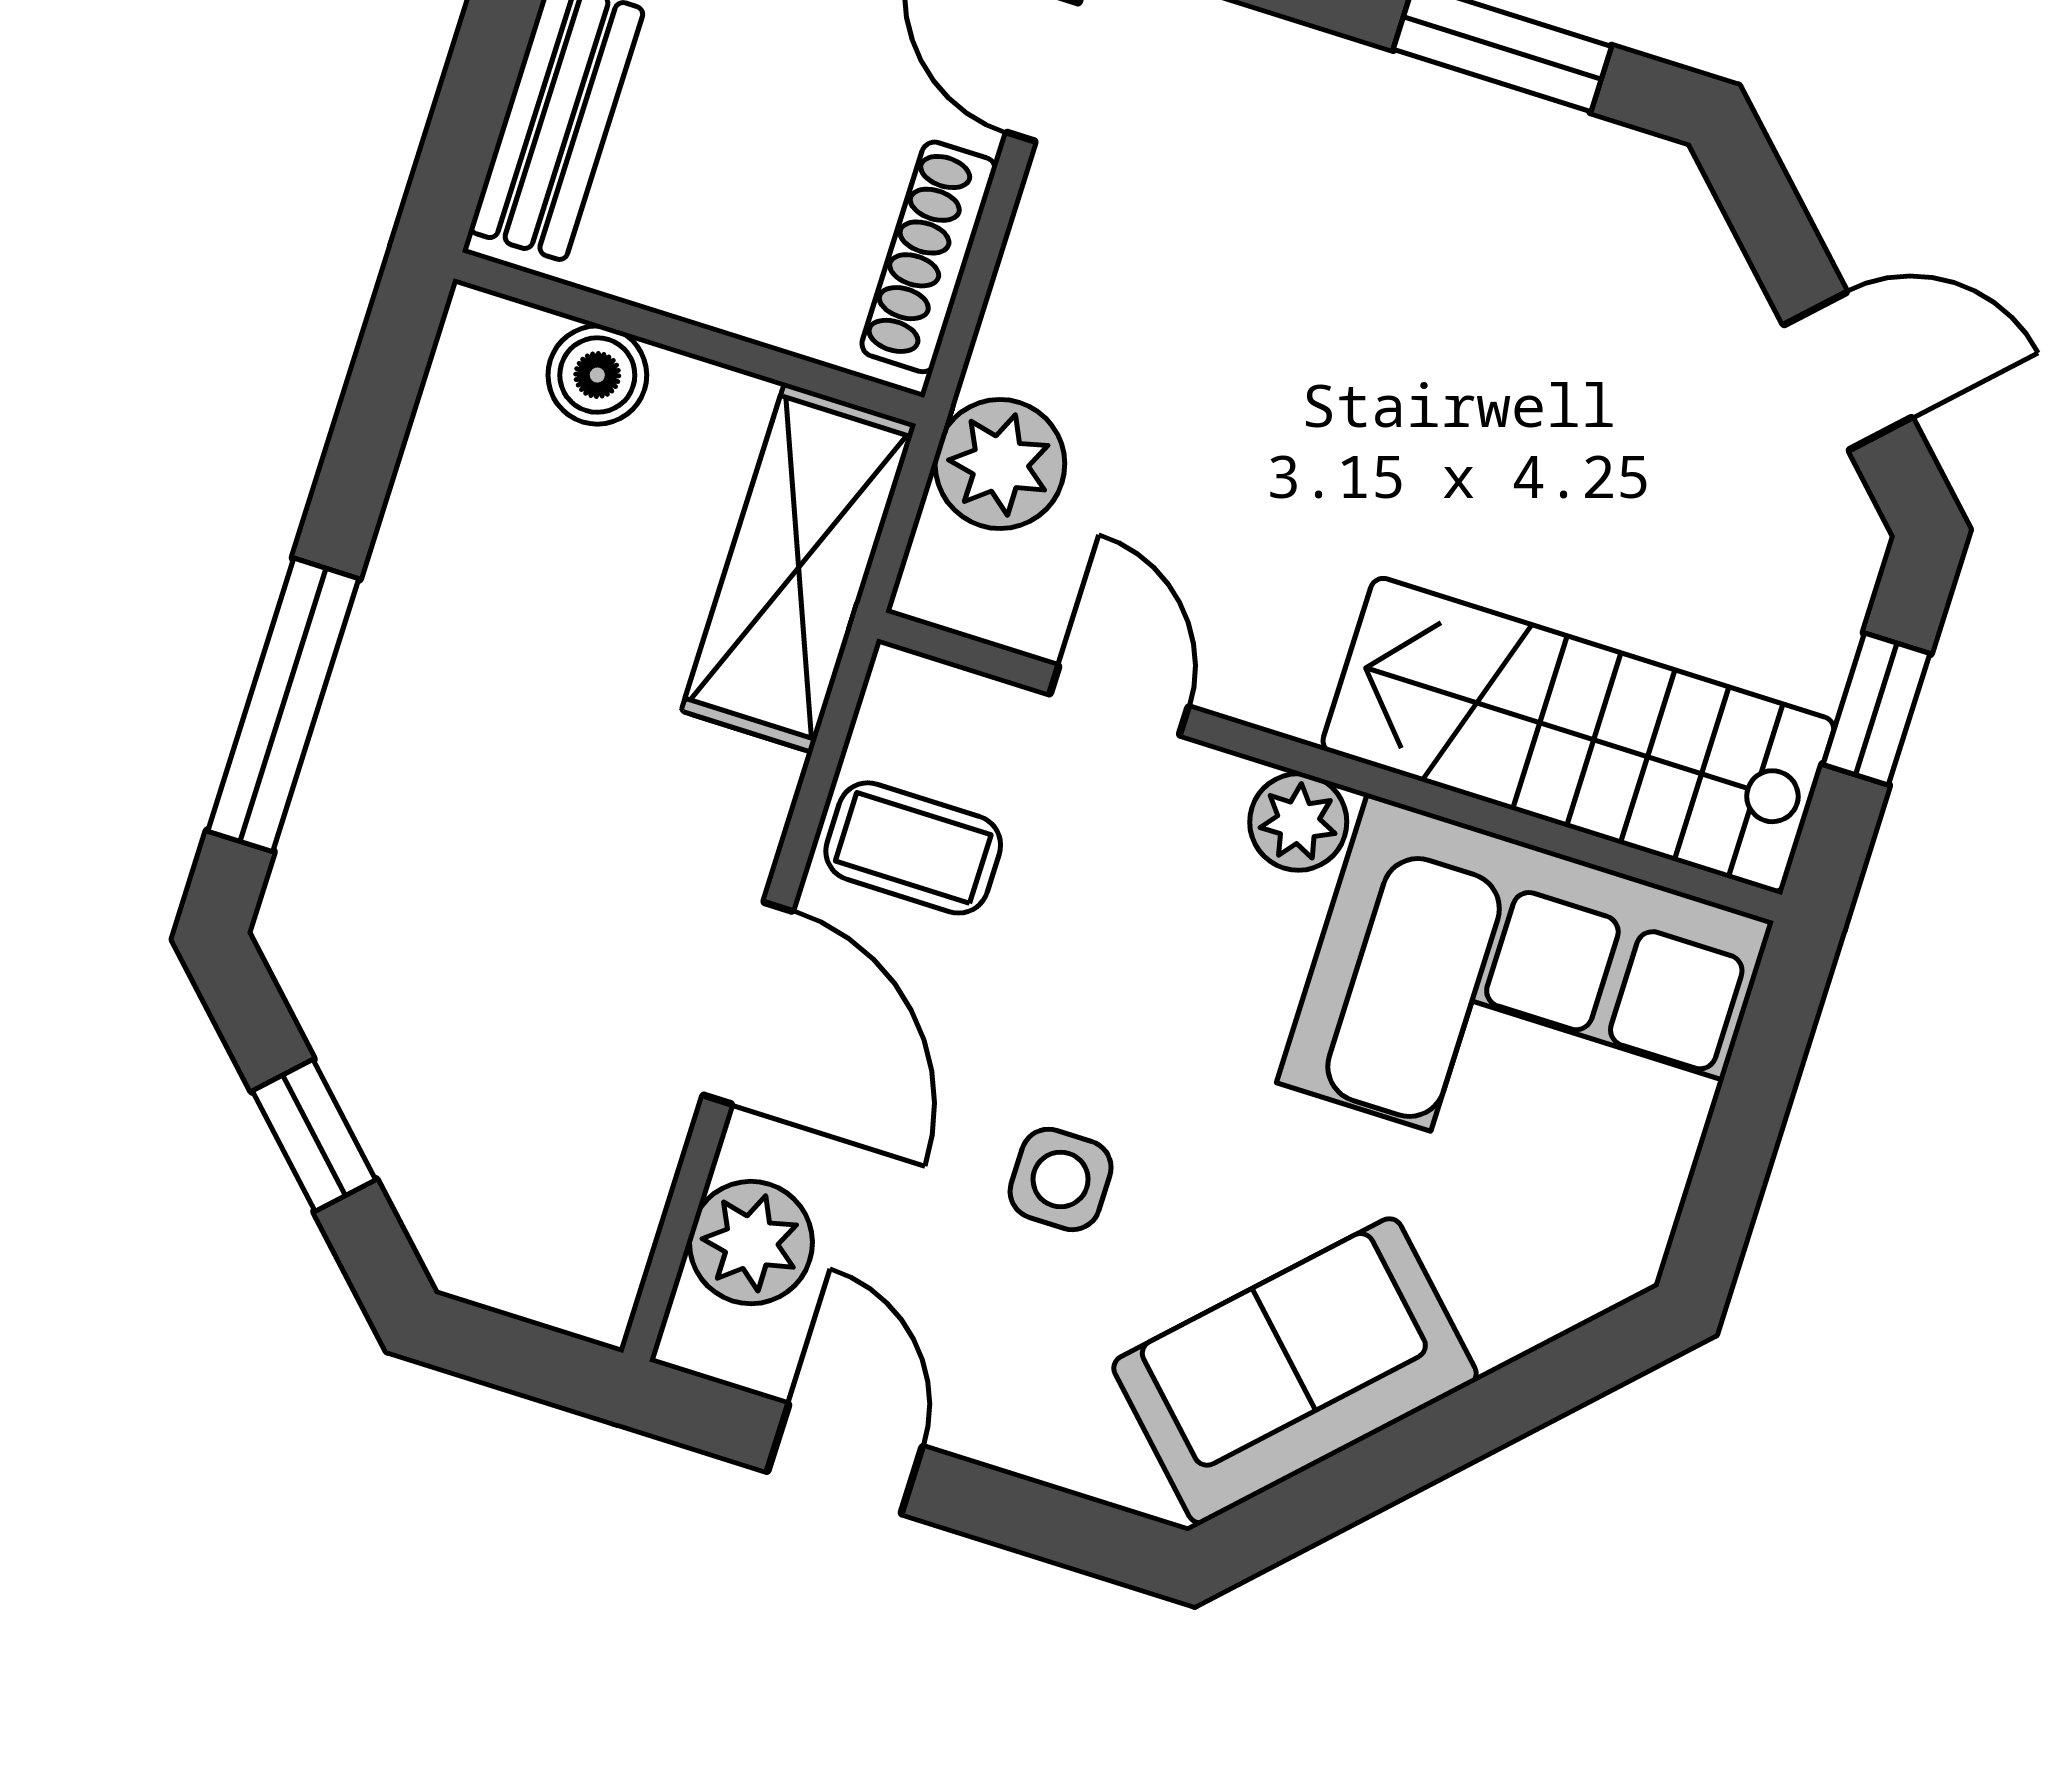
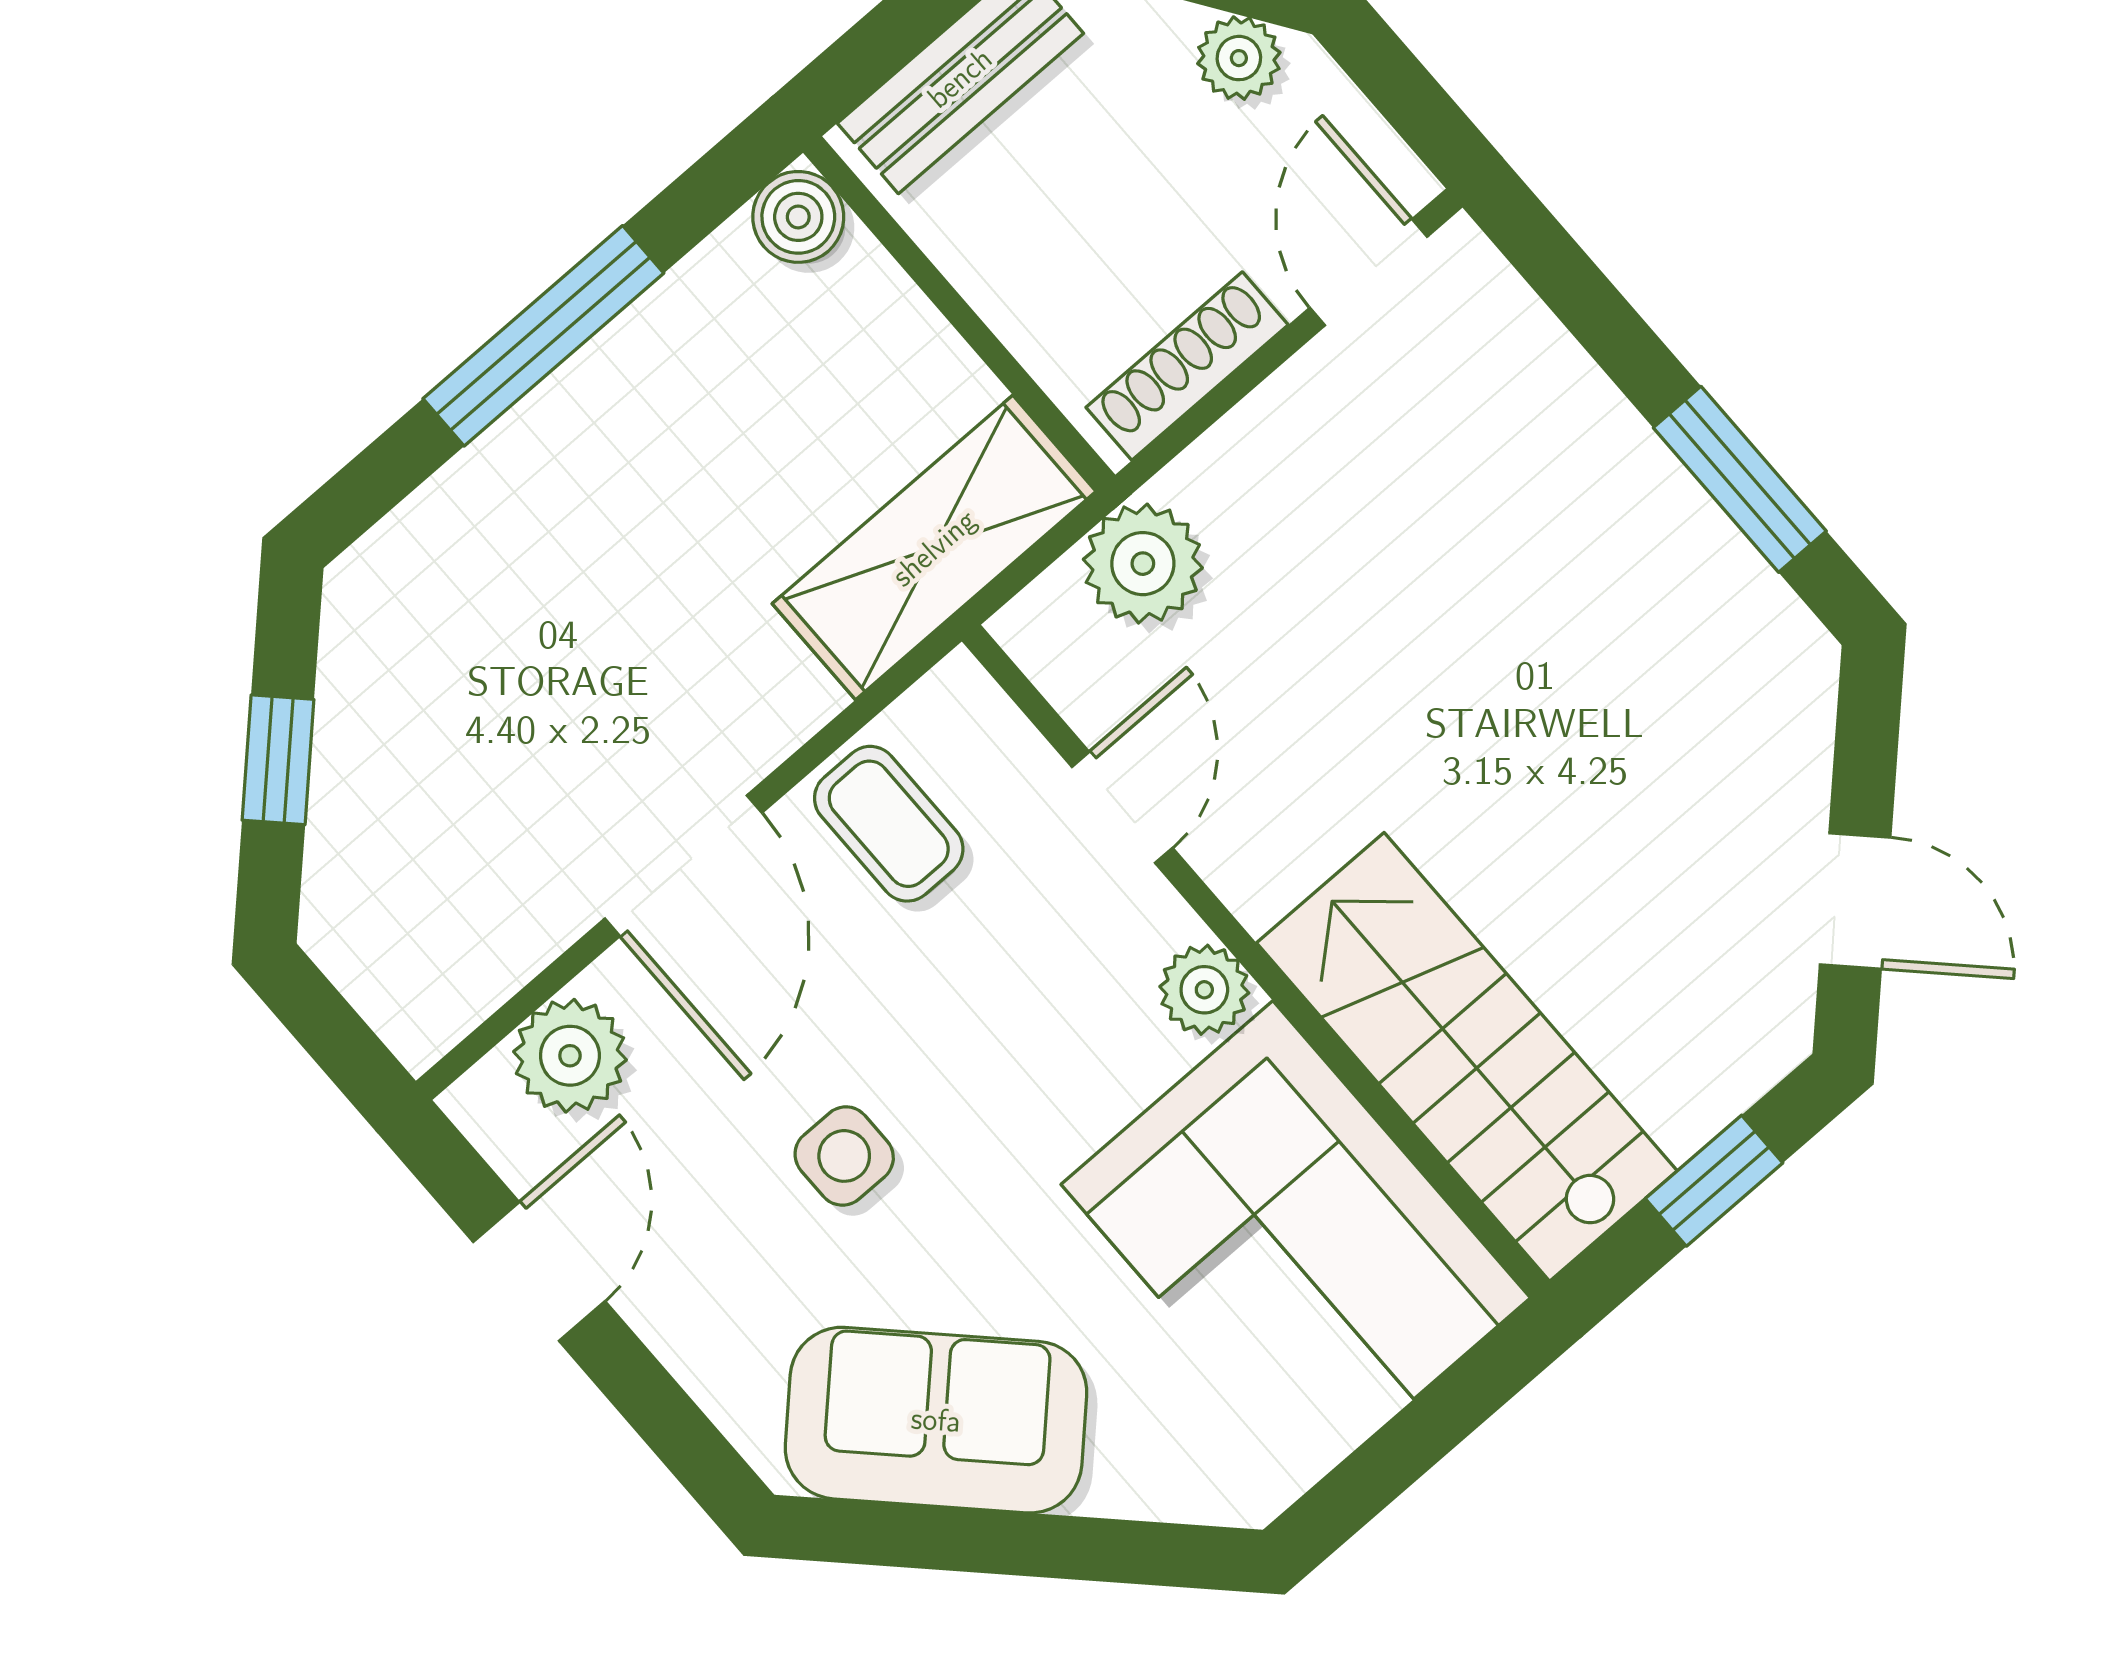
boiler: (597, 375) -> (798, 217), moved
window: (283, 705) -> (543, 336), moved

